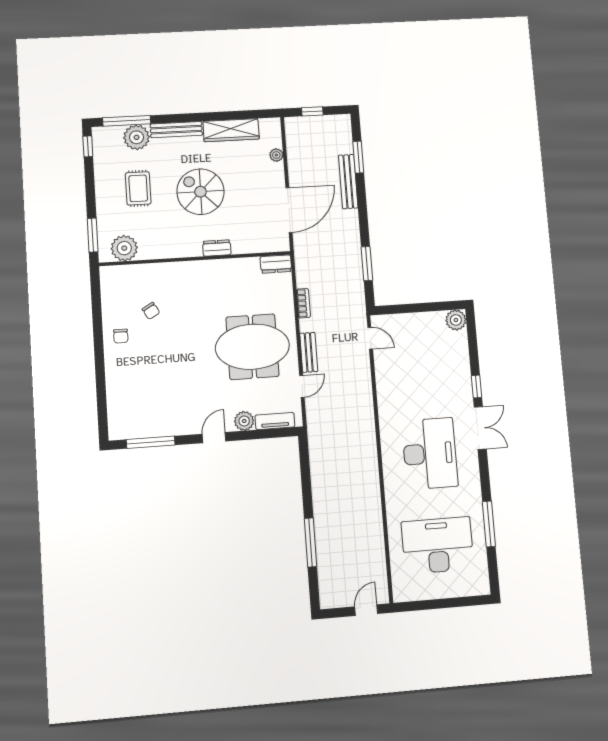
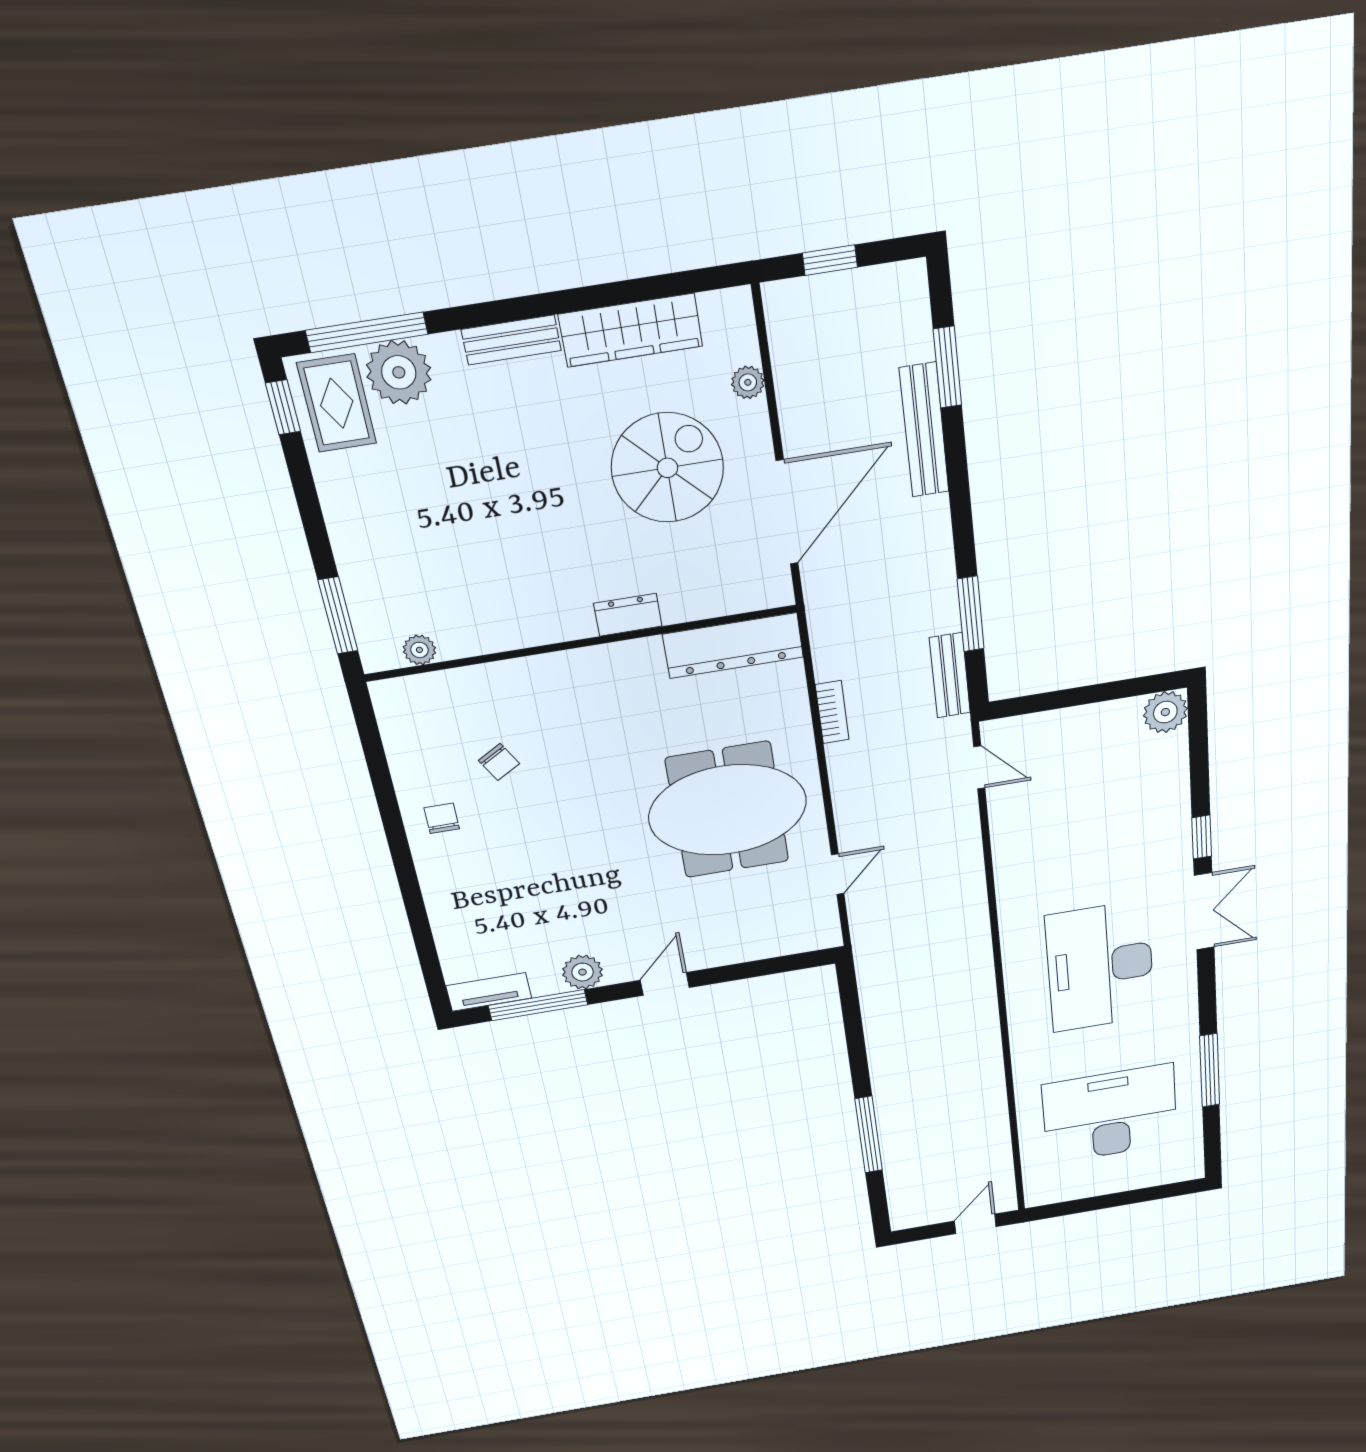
bench: (176, 130) -> (511, 340), width x0.73
rug: (138, 188) -> (337, 403), moved
spiral stairs: (200, 192) -> (667, 468), moved, turned 90
plant: (124, 248) -> (419, 650), width x0.53, depth x0.53
dresser: (276, 264) -> (733, 646), width x1.96, depth x1.24
chair: (121, 336) -> (442, 818), turned 180
bench: (309, 352) -> (950, 675), moved
plant: (244, 421) -> (582, 972), moved
tv unit: (275, 421) -> (489, 992), moved
desk: (430, 454) -> (1100, 966), turned 180

